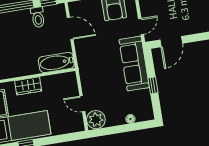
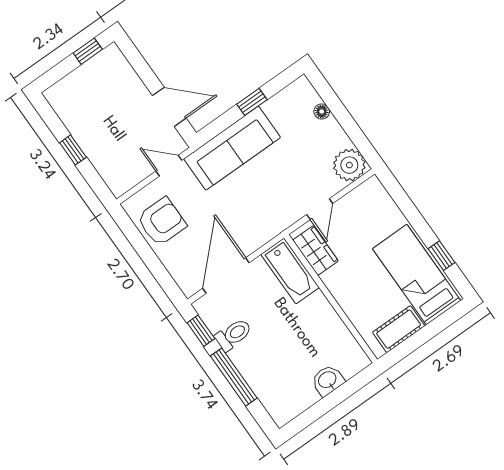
door: (70, 28) -> (226, 275), width x1.36
wardrobe: (28, 86) -> (315, 251), moved
door: (82, 104) -> (320, 209), moved

